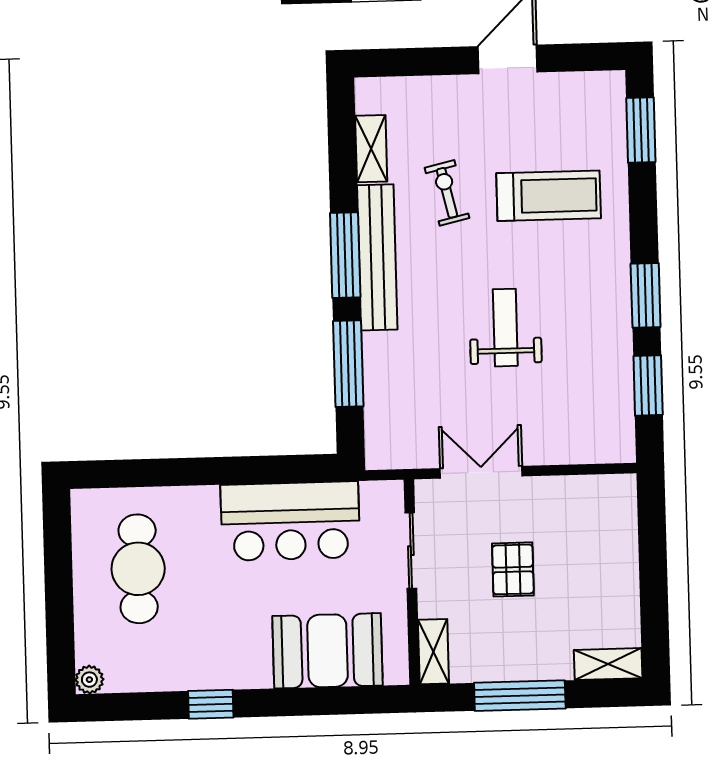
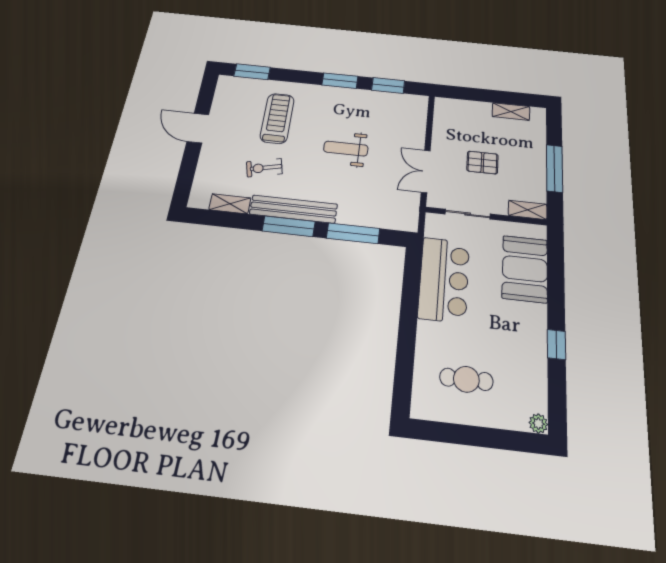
cafe table: (138, 569) -> (466, 379), width x0.73, depth x0.74
shelving: (608, 664) -> (511, 112), moved, turned 90

